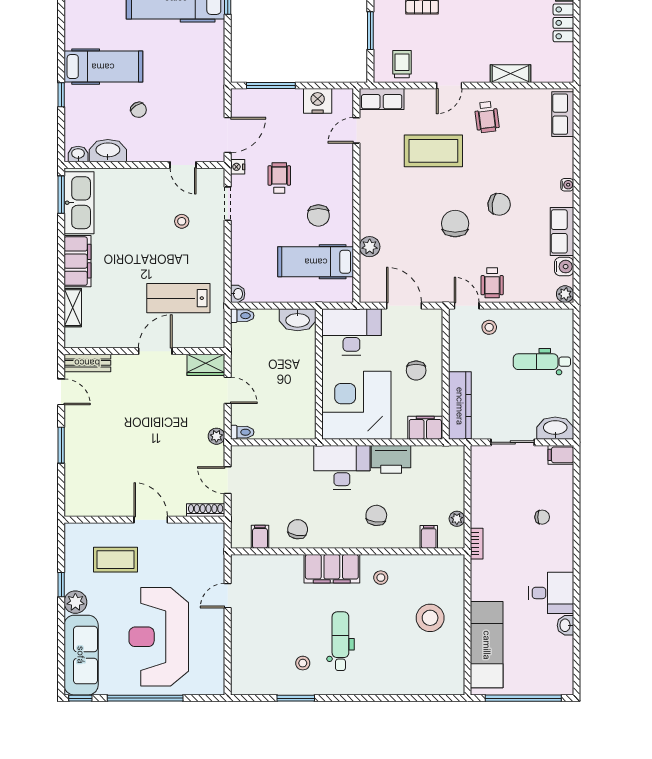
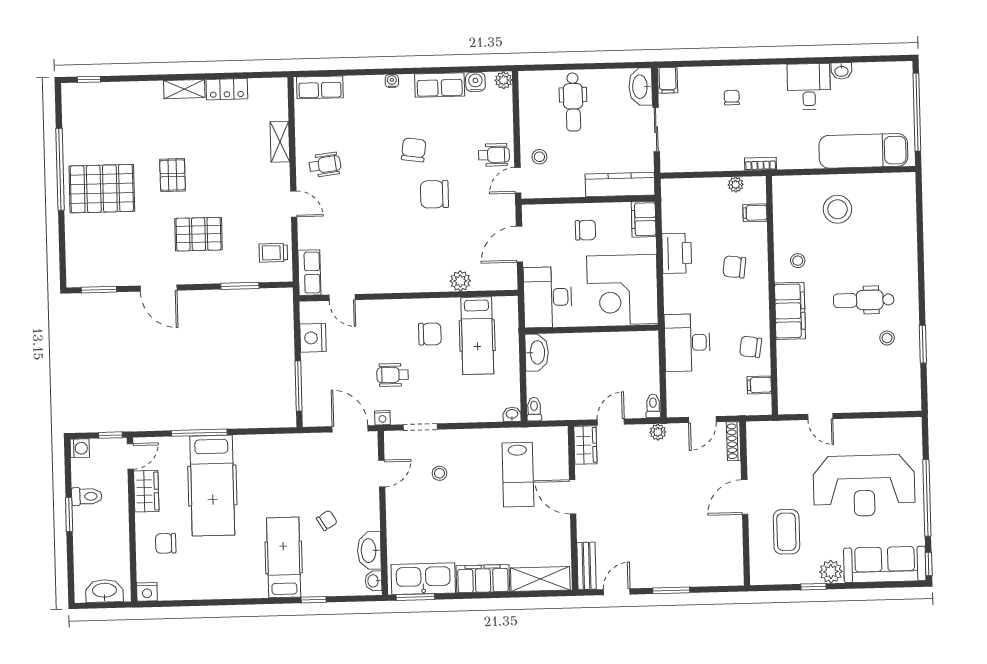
coffee table: (433, 151) -> (361, 218), removed
shelving: (73, 308) -> (540, 579), width x1.50, depth x1.33
desk: (342, 467) -> (687, 343), moved

